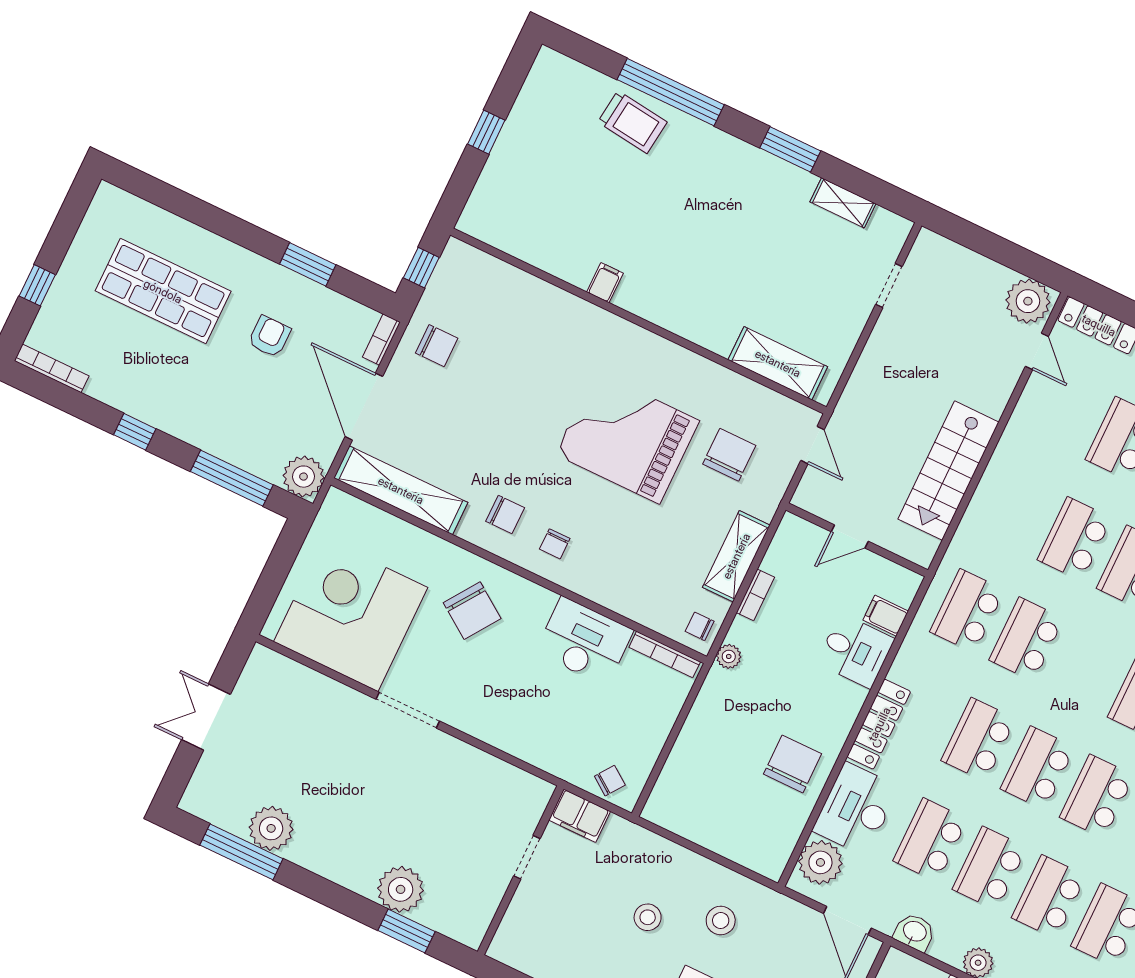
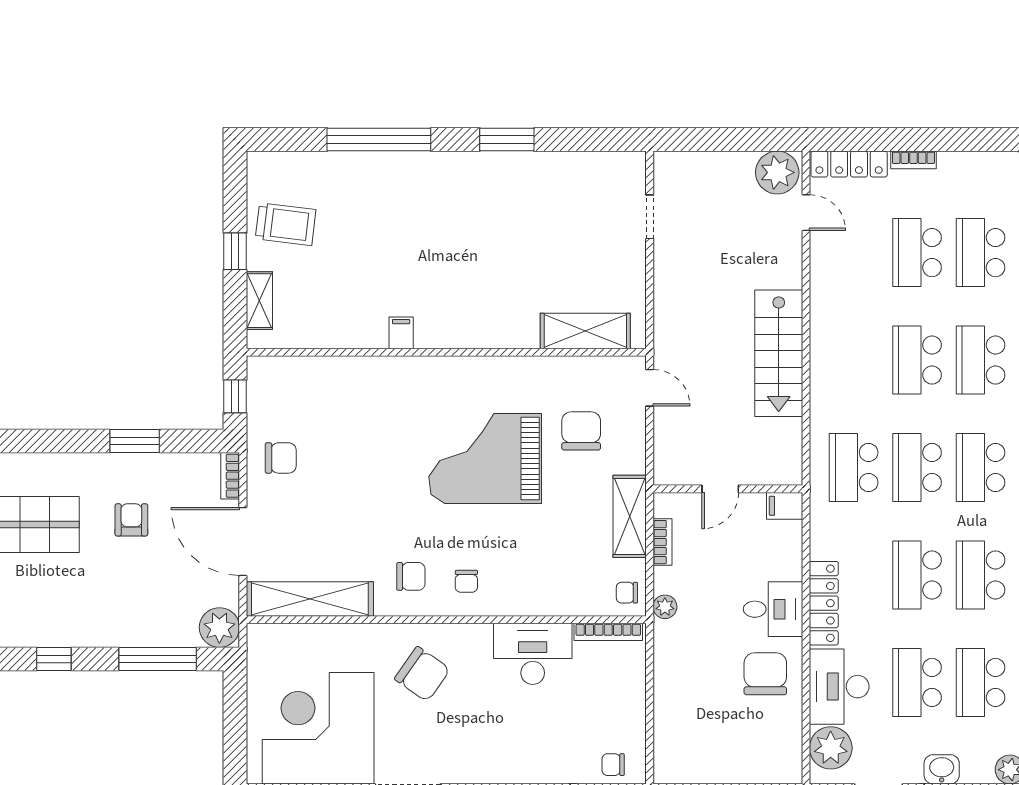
trolley: (632, 122) -> (286, 224), moved
shelving: (843, 203) -> (259, 301), moved, turned 90
door: (850, 537) -> (720, 489), moved
wall: (857, 540) -> (728, 489), moved
desk: (856, 651) -> (773, 609), moved
school desk: (1086, 668) -> (981, 468), added
chair: (610, 781) -> (613, 765), turned -126

